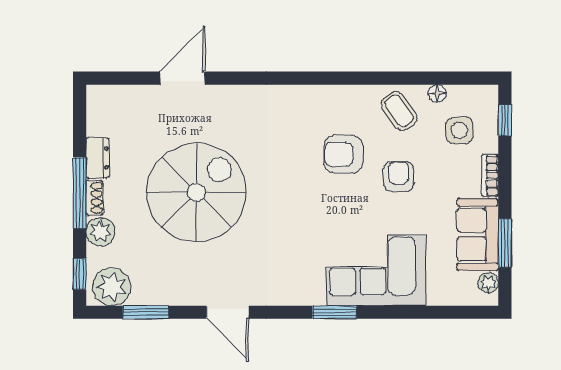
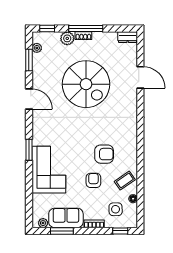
armchair: (343, 154) -> (104, 154), turned 90
dresser: (98, 158) -> (128, 37), moved
armchair: (399, 177) -> (93, 180), turned -90
plant: (112, 287) -> (37, 48), width x0.53, depth x0.53
door: (228, 312) -> (29, 99), swing flipped

